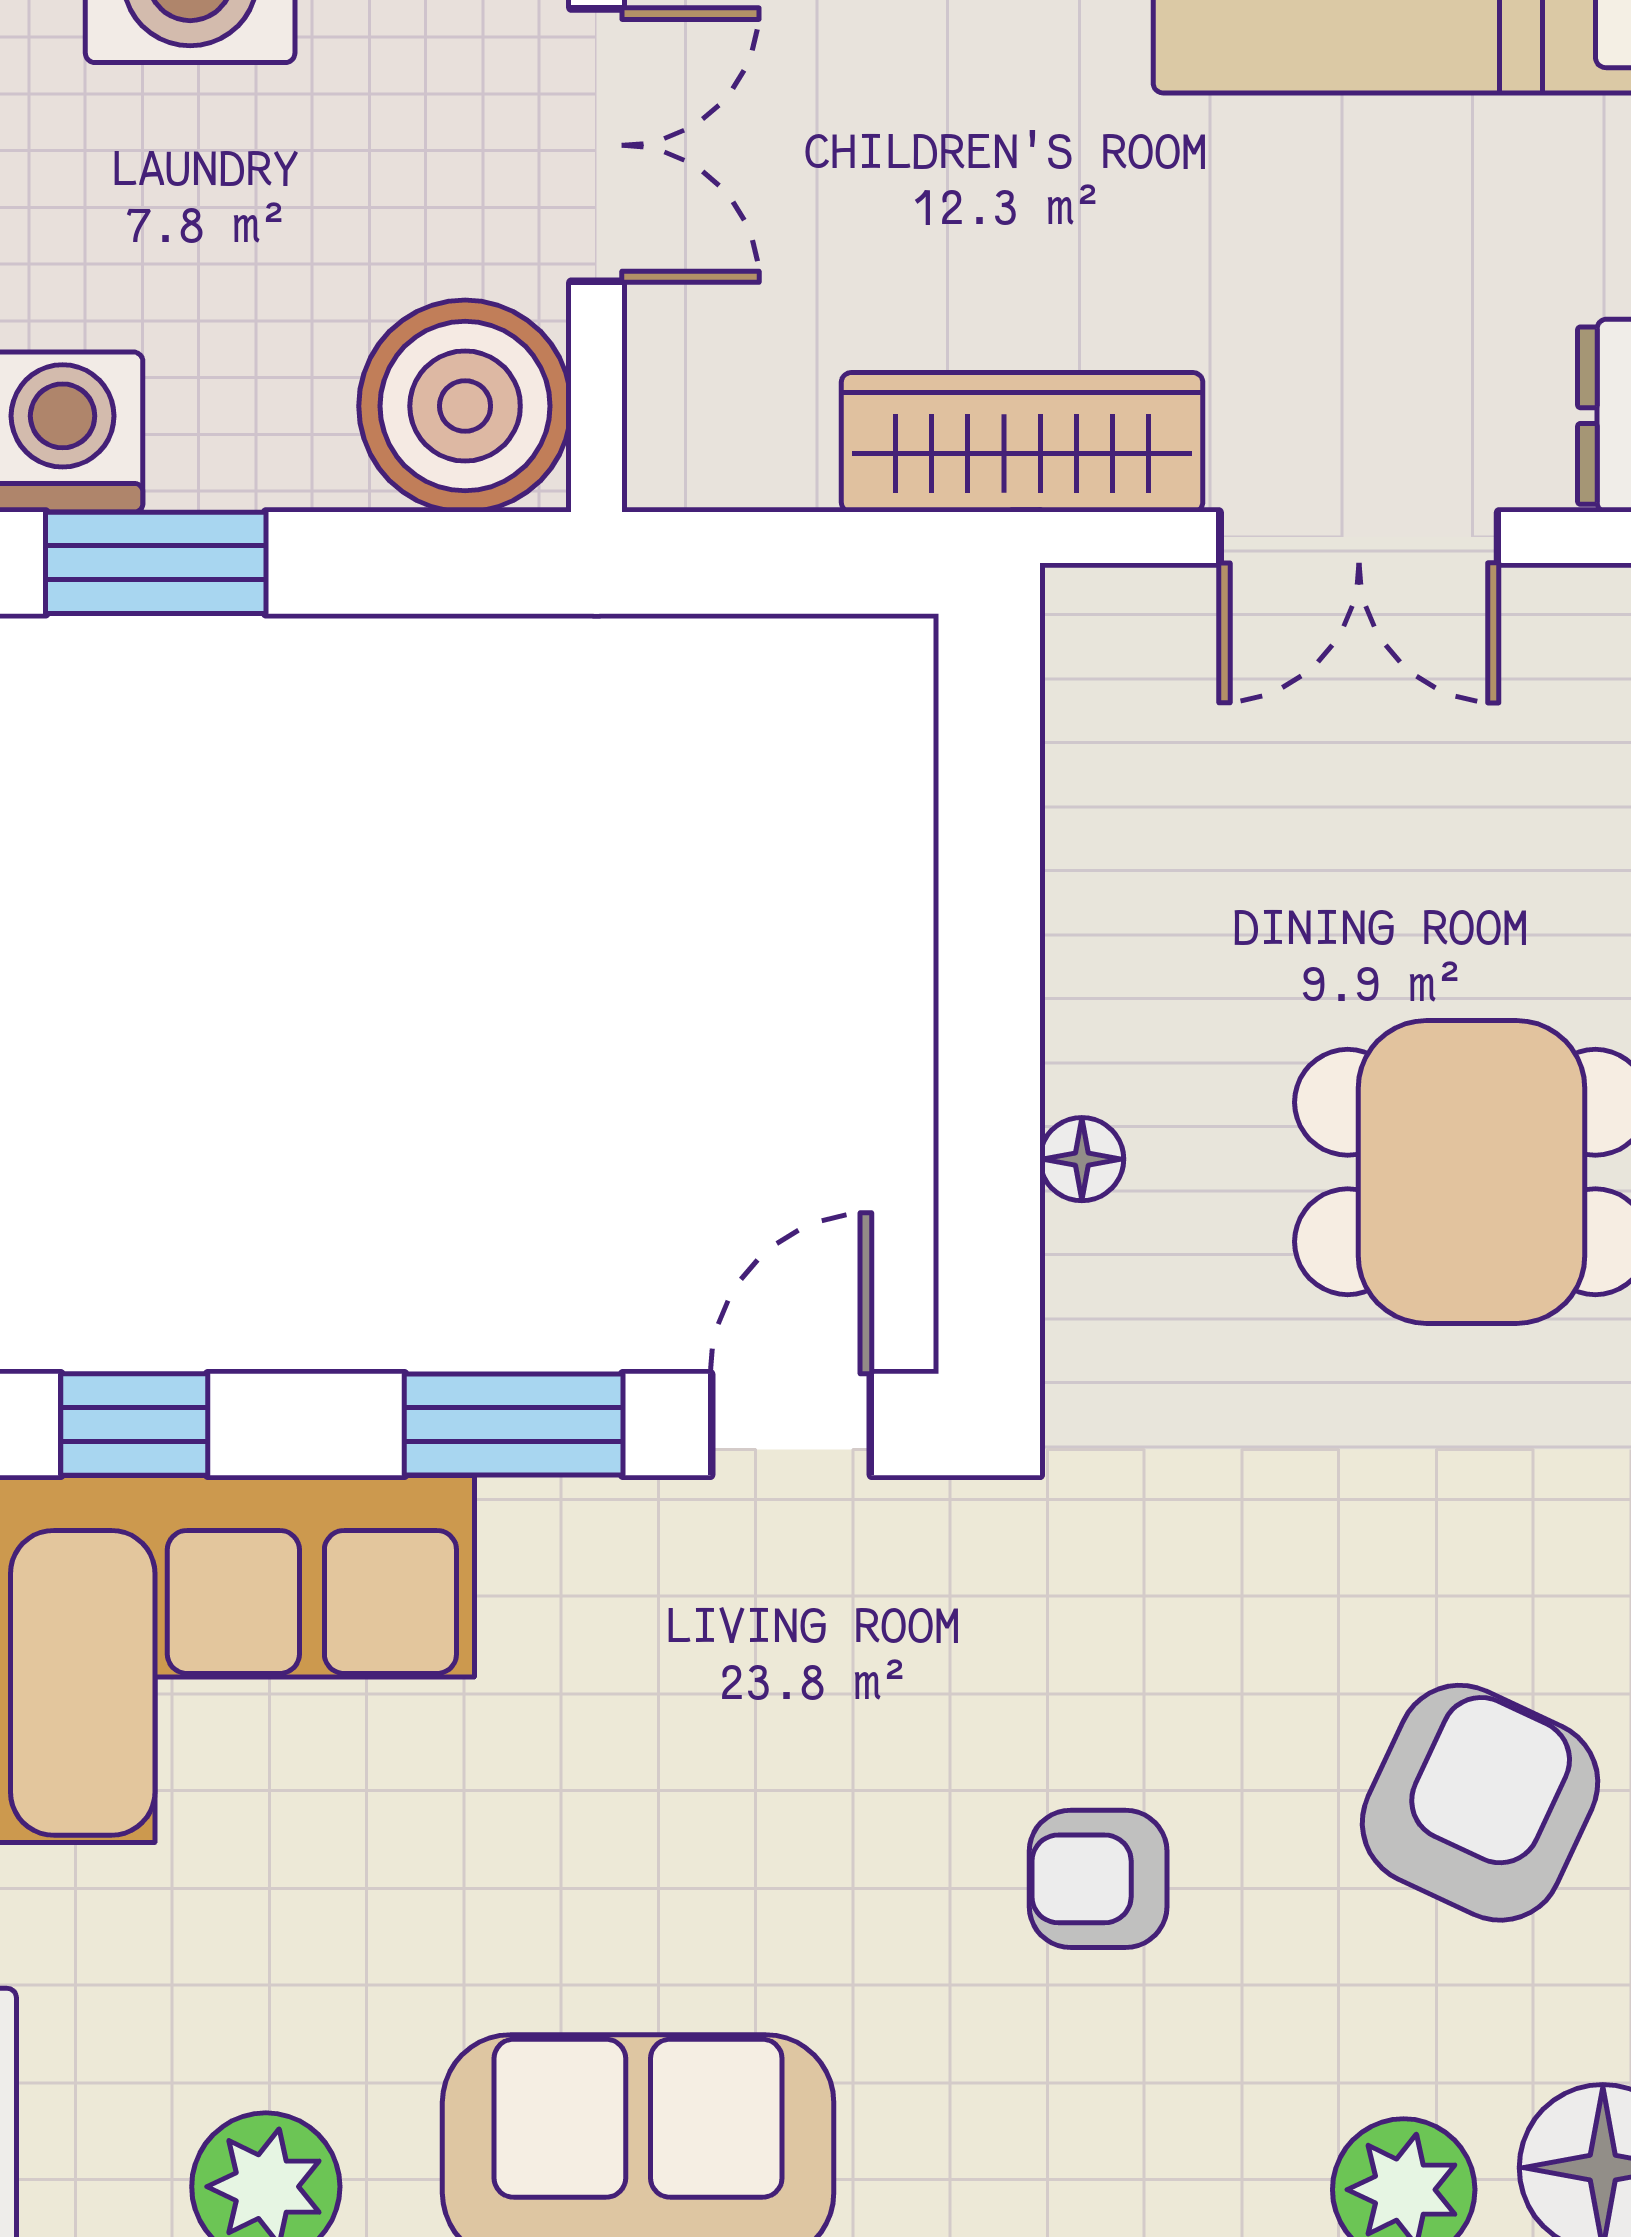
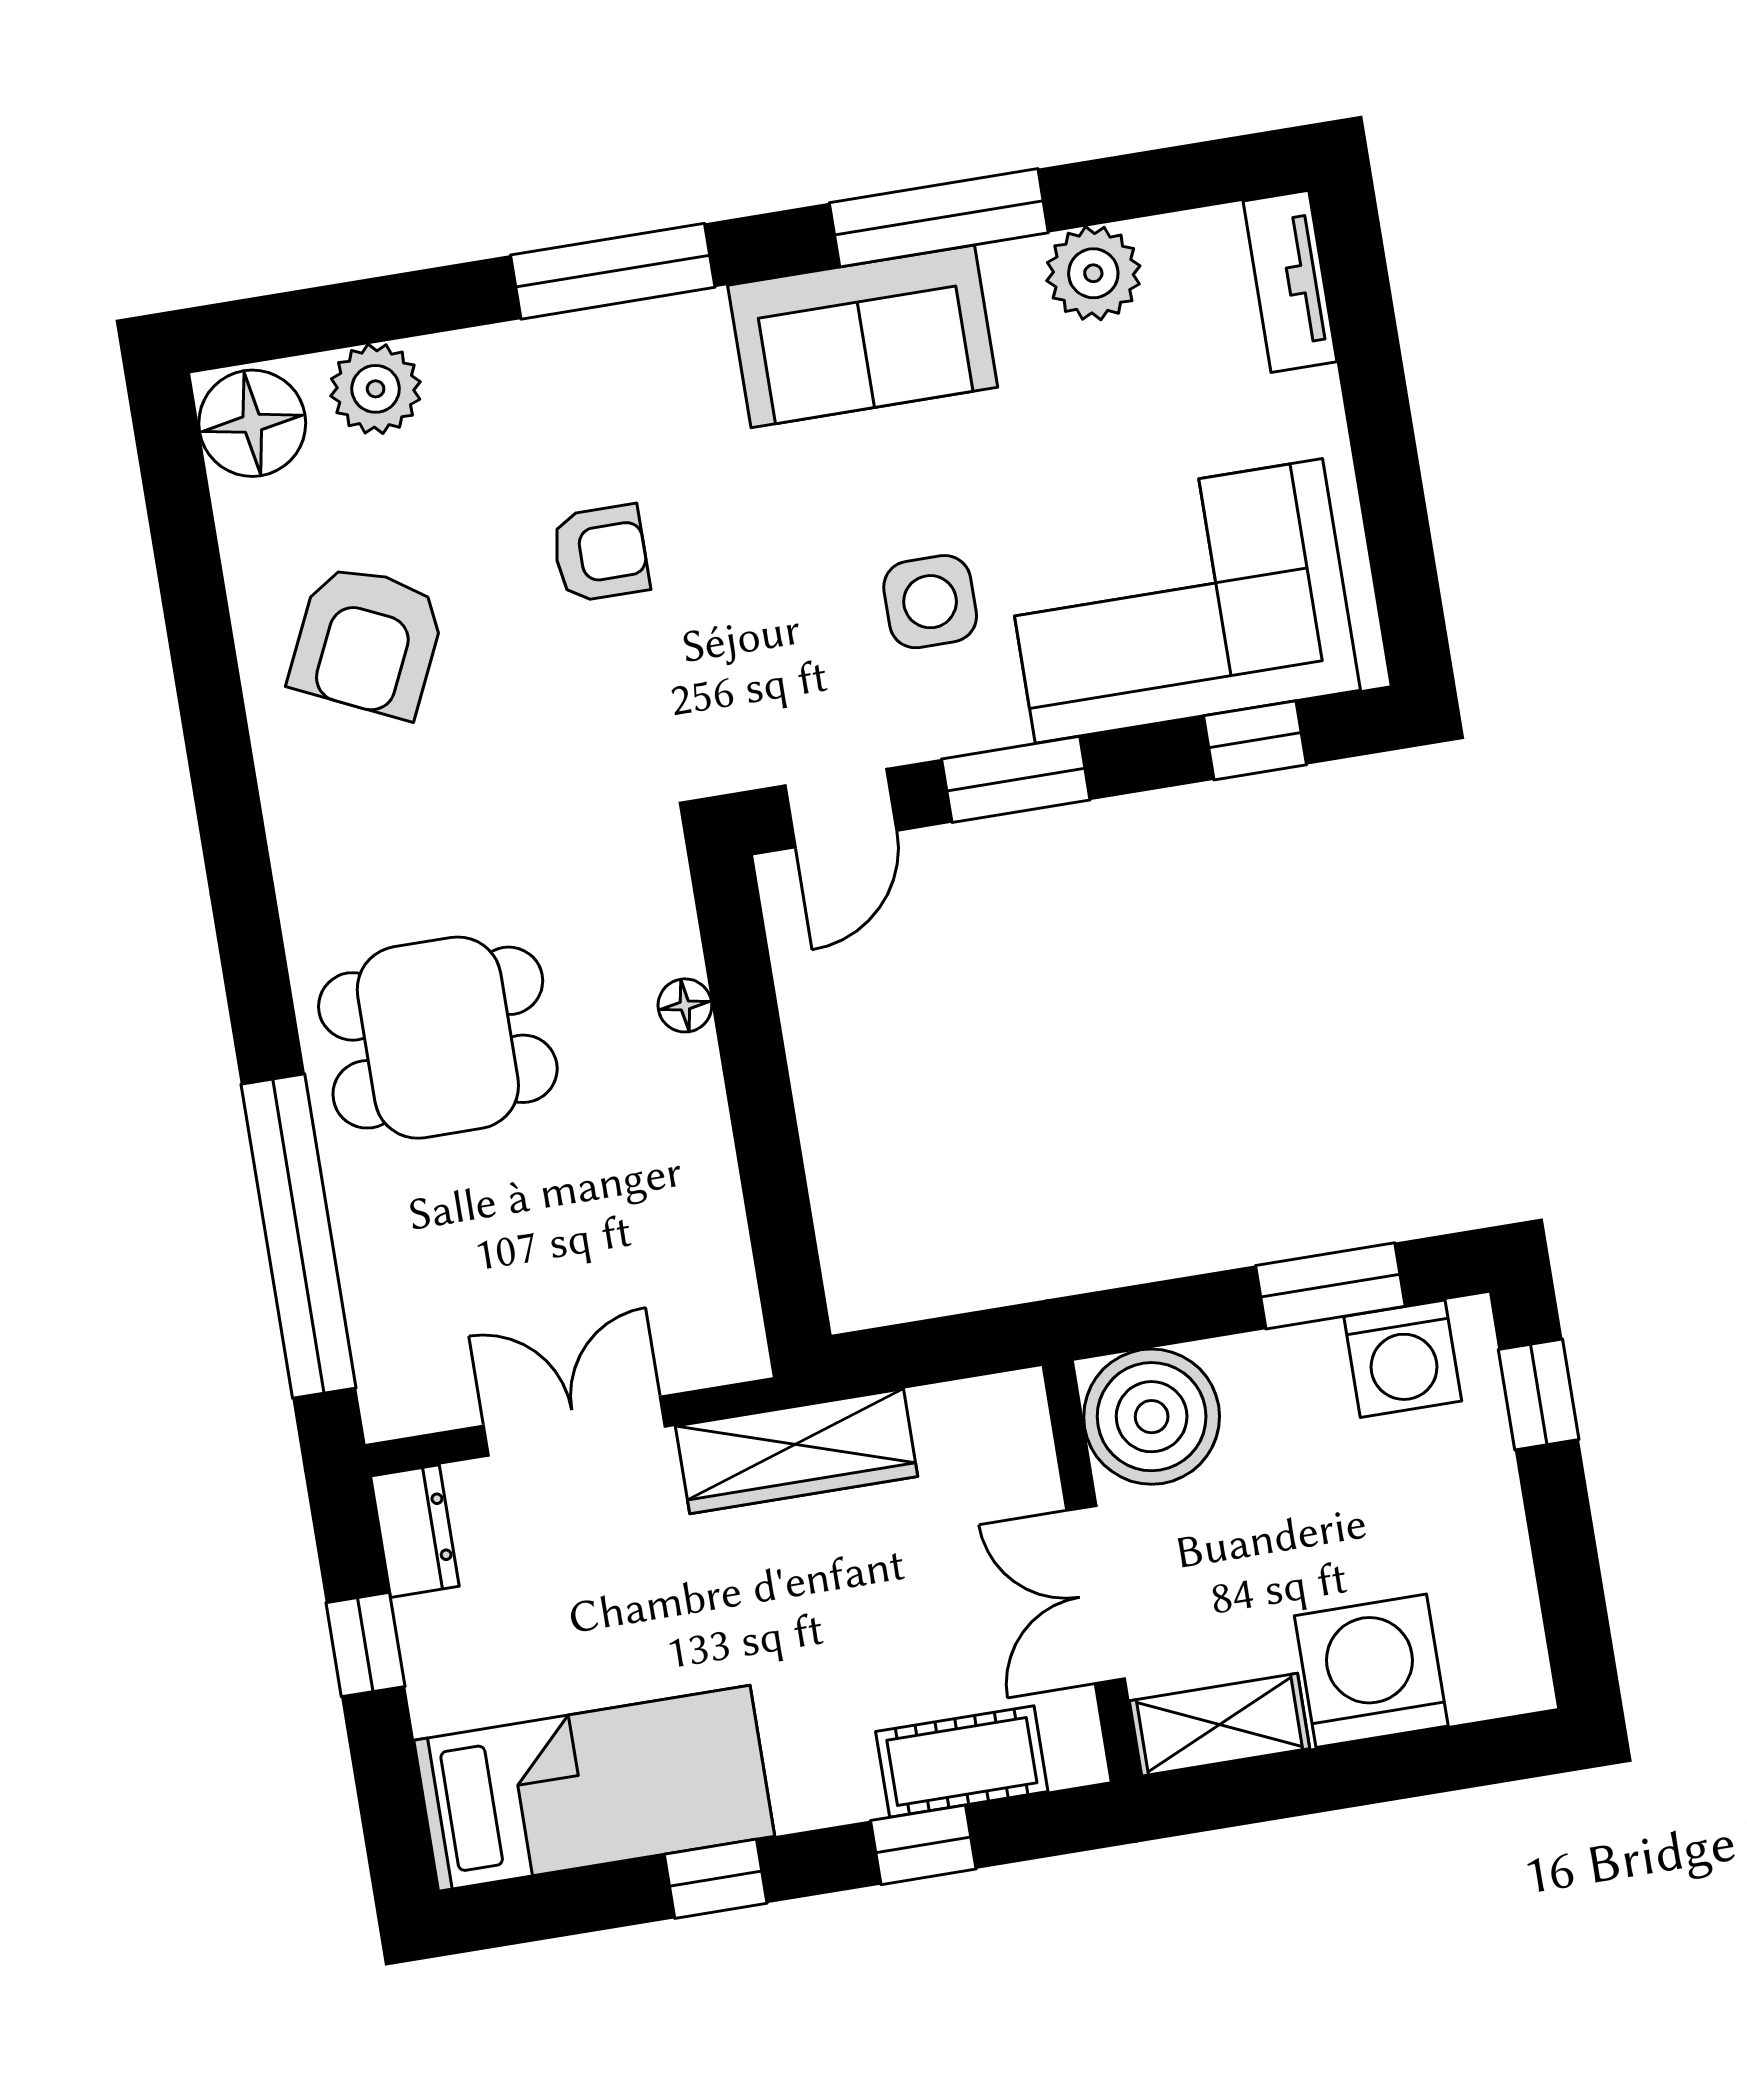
side table: (601, 1721) -> (930, 602), added

